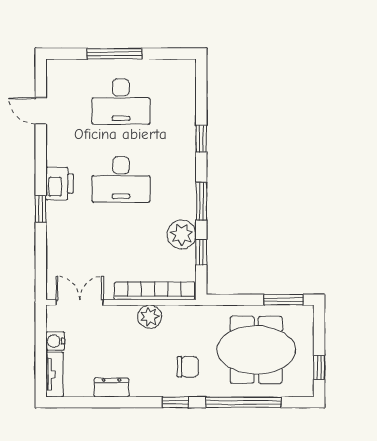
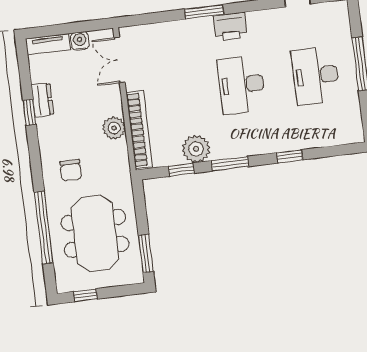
window: (41, 209) -> (204, 12), width x1.50
double door: (80, 302) -> (119, 60), swing flipped
window: (176, 402) -> (29, 112), moved

